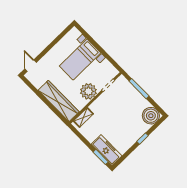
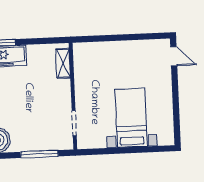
plant: (88, 91) -> (87, 95), removed
wardrobe: (59, 101) -> (106, 52), removed

